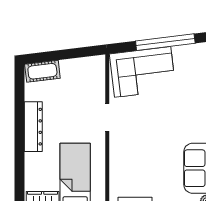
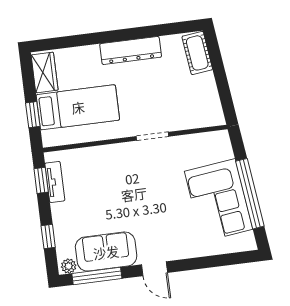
corner sofa: (143, 72) -> (219, 200), moved

